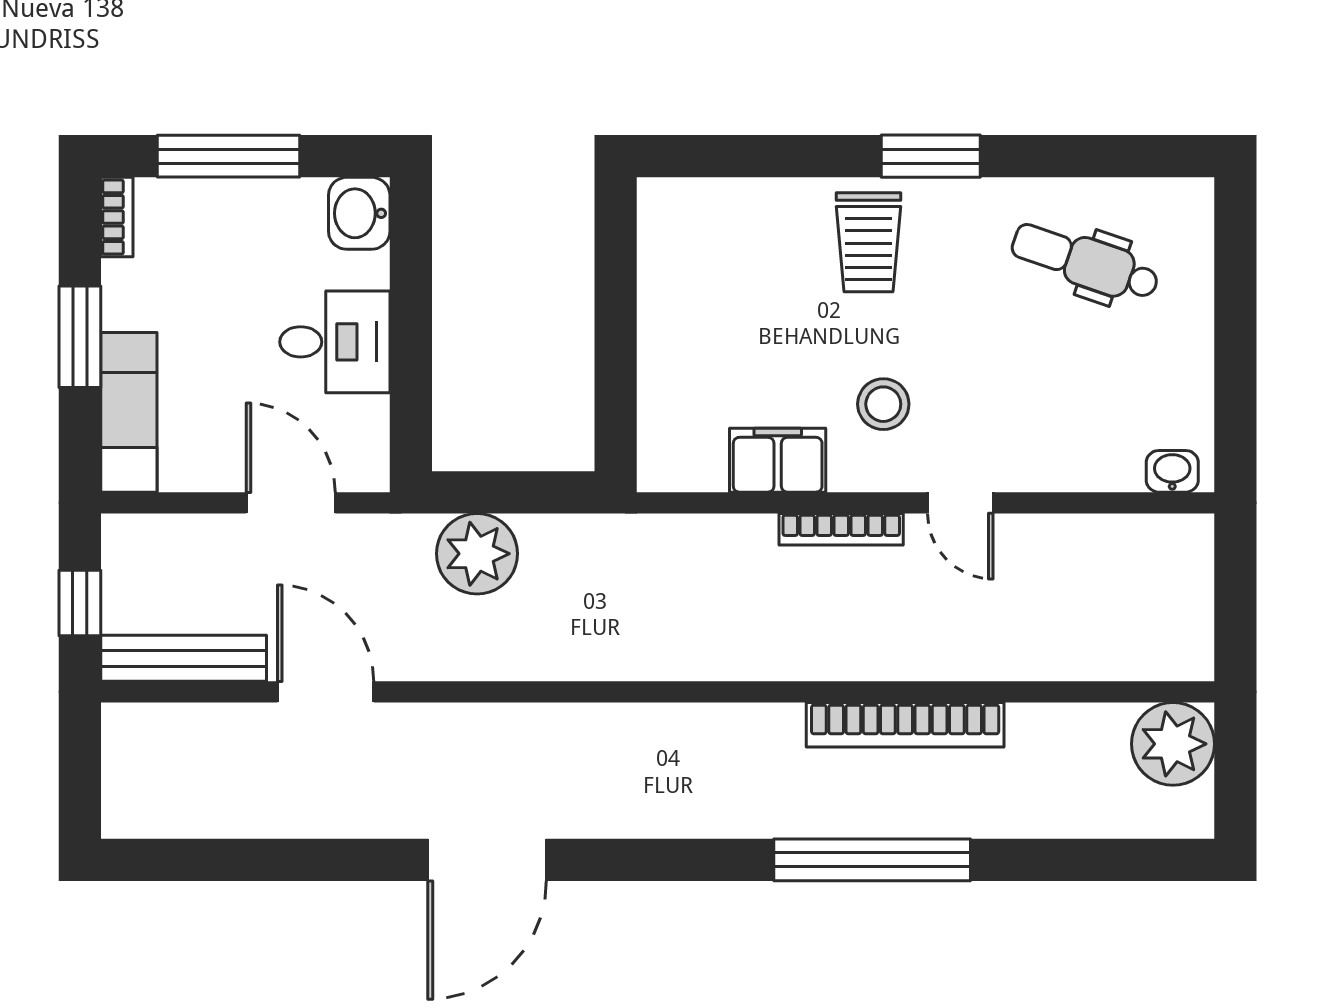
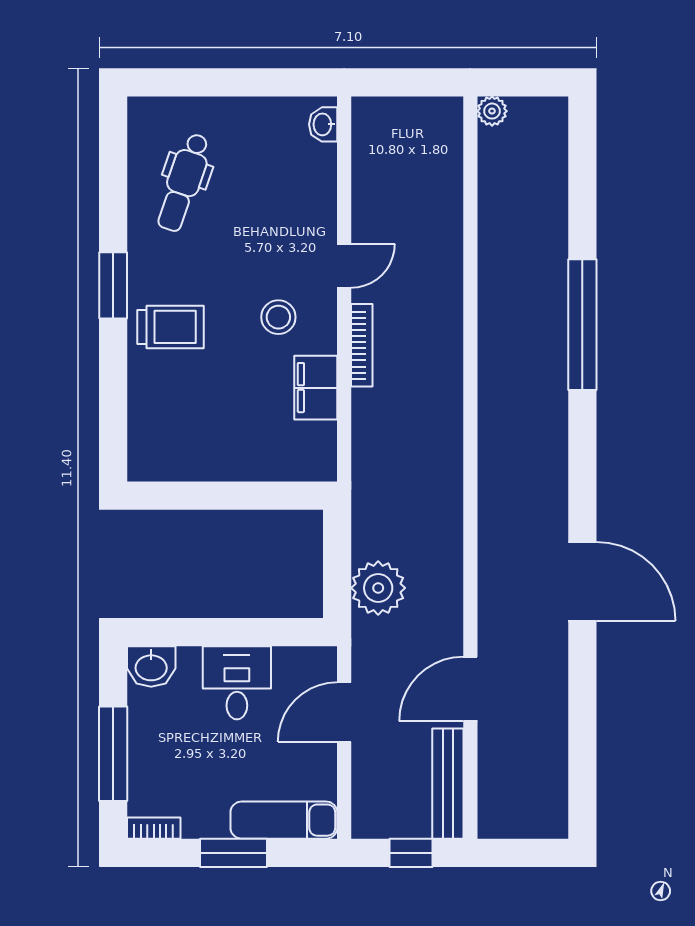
bookcase: (905, 725) -> (492, 303), removed
plant: (1173, 744) -> (492, 111), width x0.53, depth x0.53

